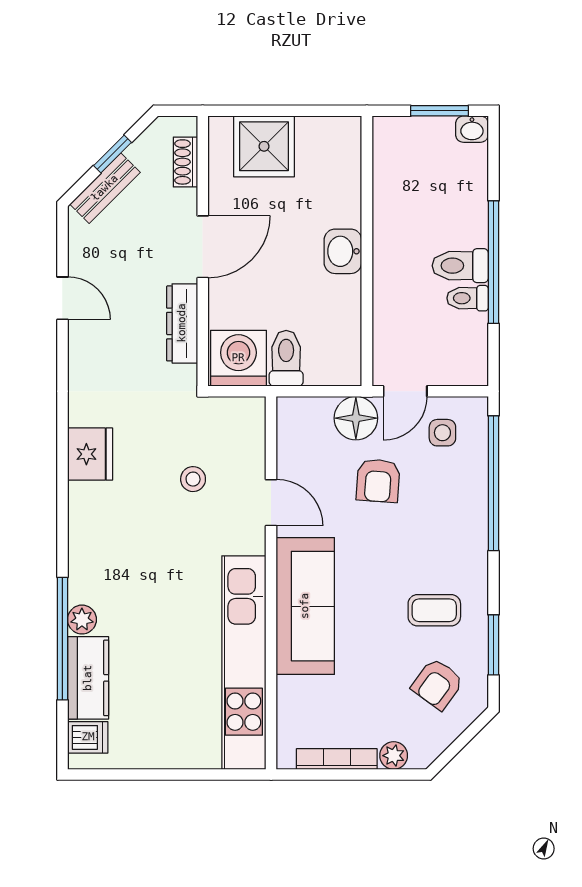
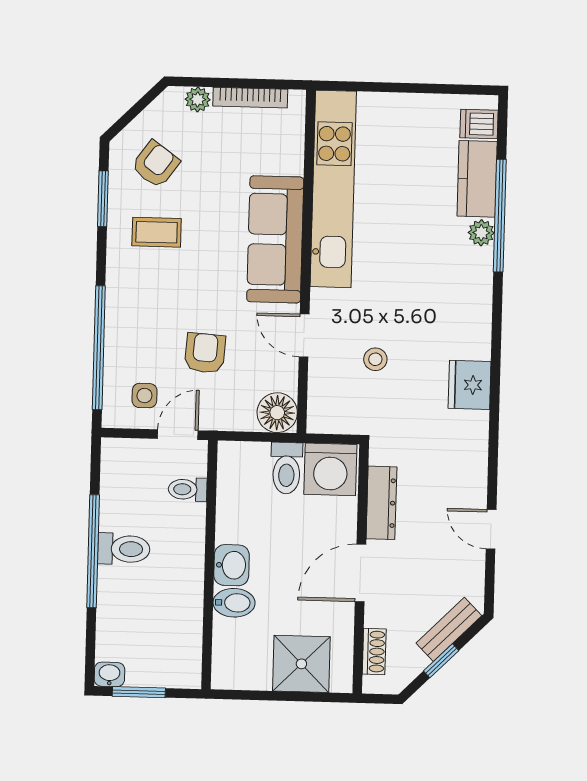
bidet: (339, 211) -> (234, 603), added
toilet: (468, 298) -> (188, 489), moved, turned 180
floor lamp: (356, 418) -> (277, 413), moved

